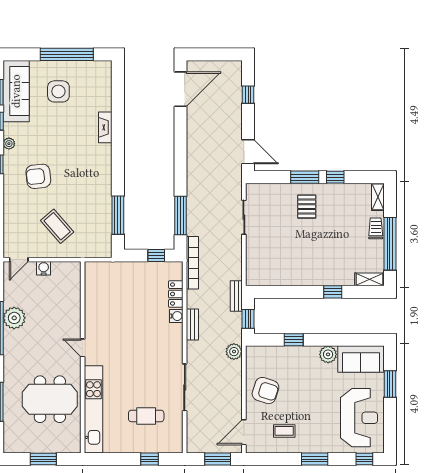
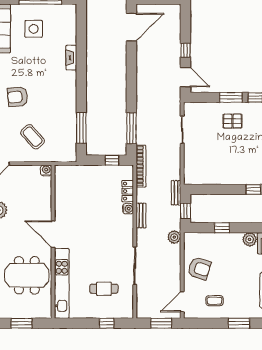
window: (248, 95) -> (185, 50), moved
pallet: (307, 207) -> (232, 121), turned 90
water cooler: (44, 268) -> (46, 170), moved
door: (83, 348) -> (53, 234), width x1.87

